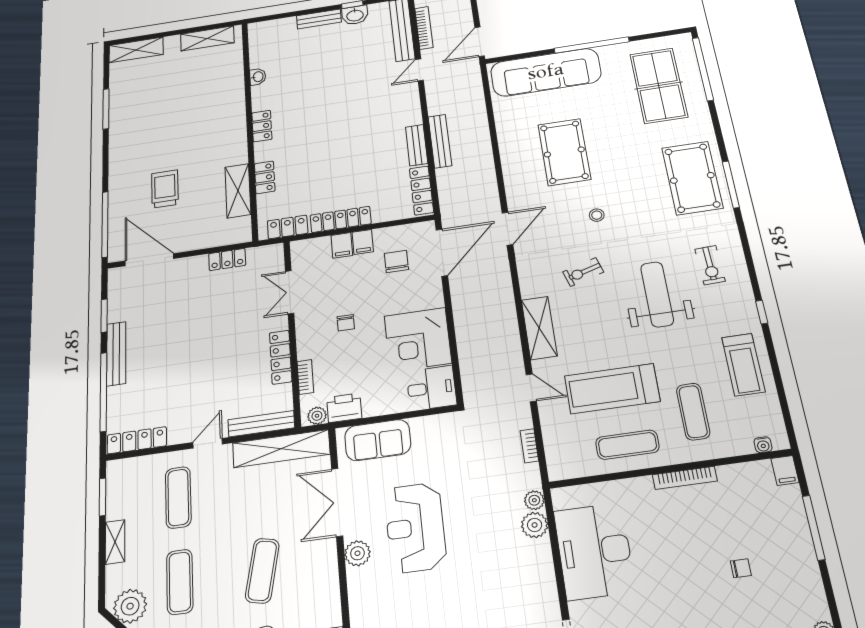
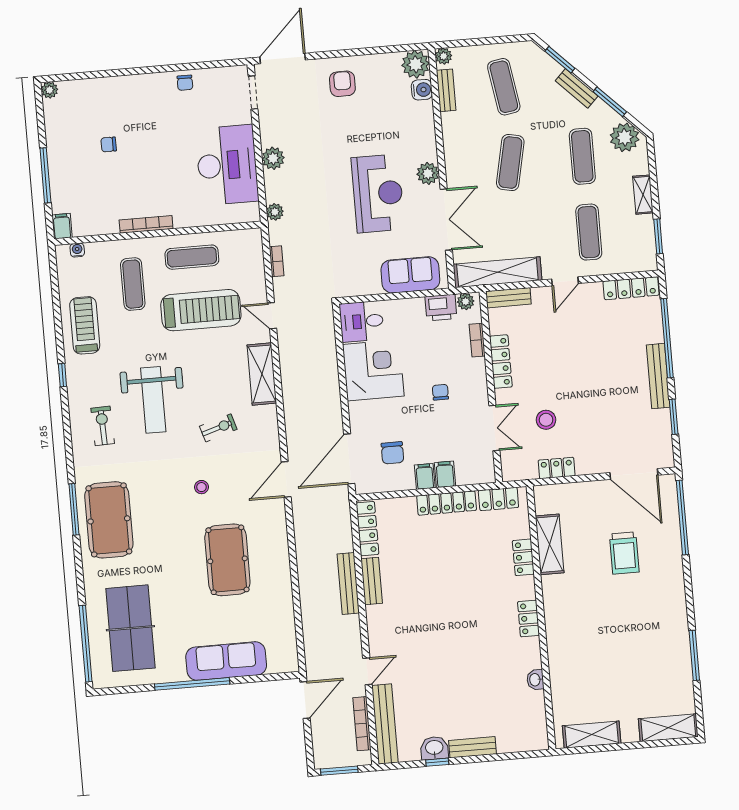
sofa: (546, 72) -> (226, 661), width x0.74, depth x0.79
stool: (236, 304) -> (546, 420), added
bench: (261, 424) -> (508, 298), width x0.73
plant: (535, 525) -> (273, 158), moved

